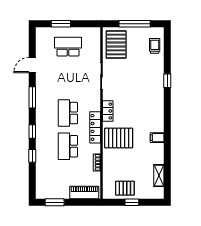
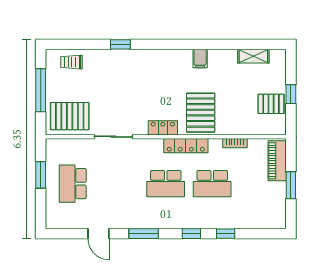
window: (61, 24) -> (41, 175), moved
pallet: (125, 188) -> (271, 104), turned 90
window: (55, 202) -> (291, 185), moved

